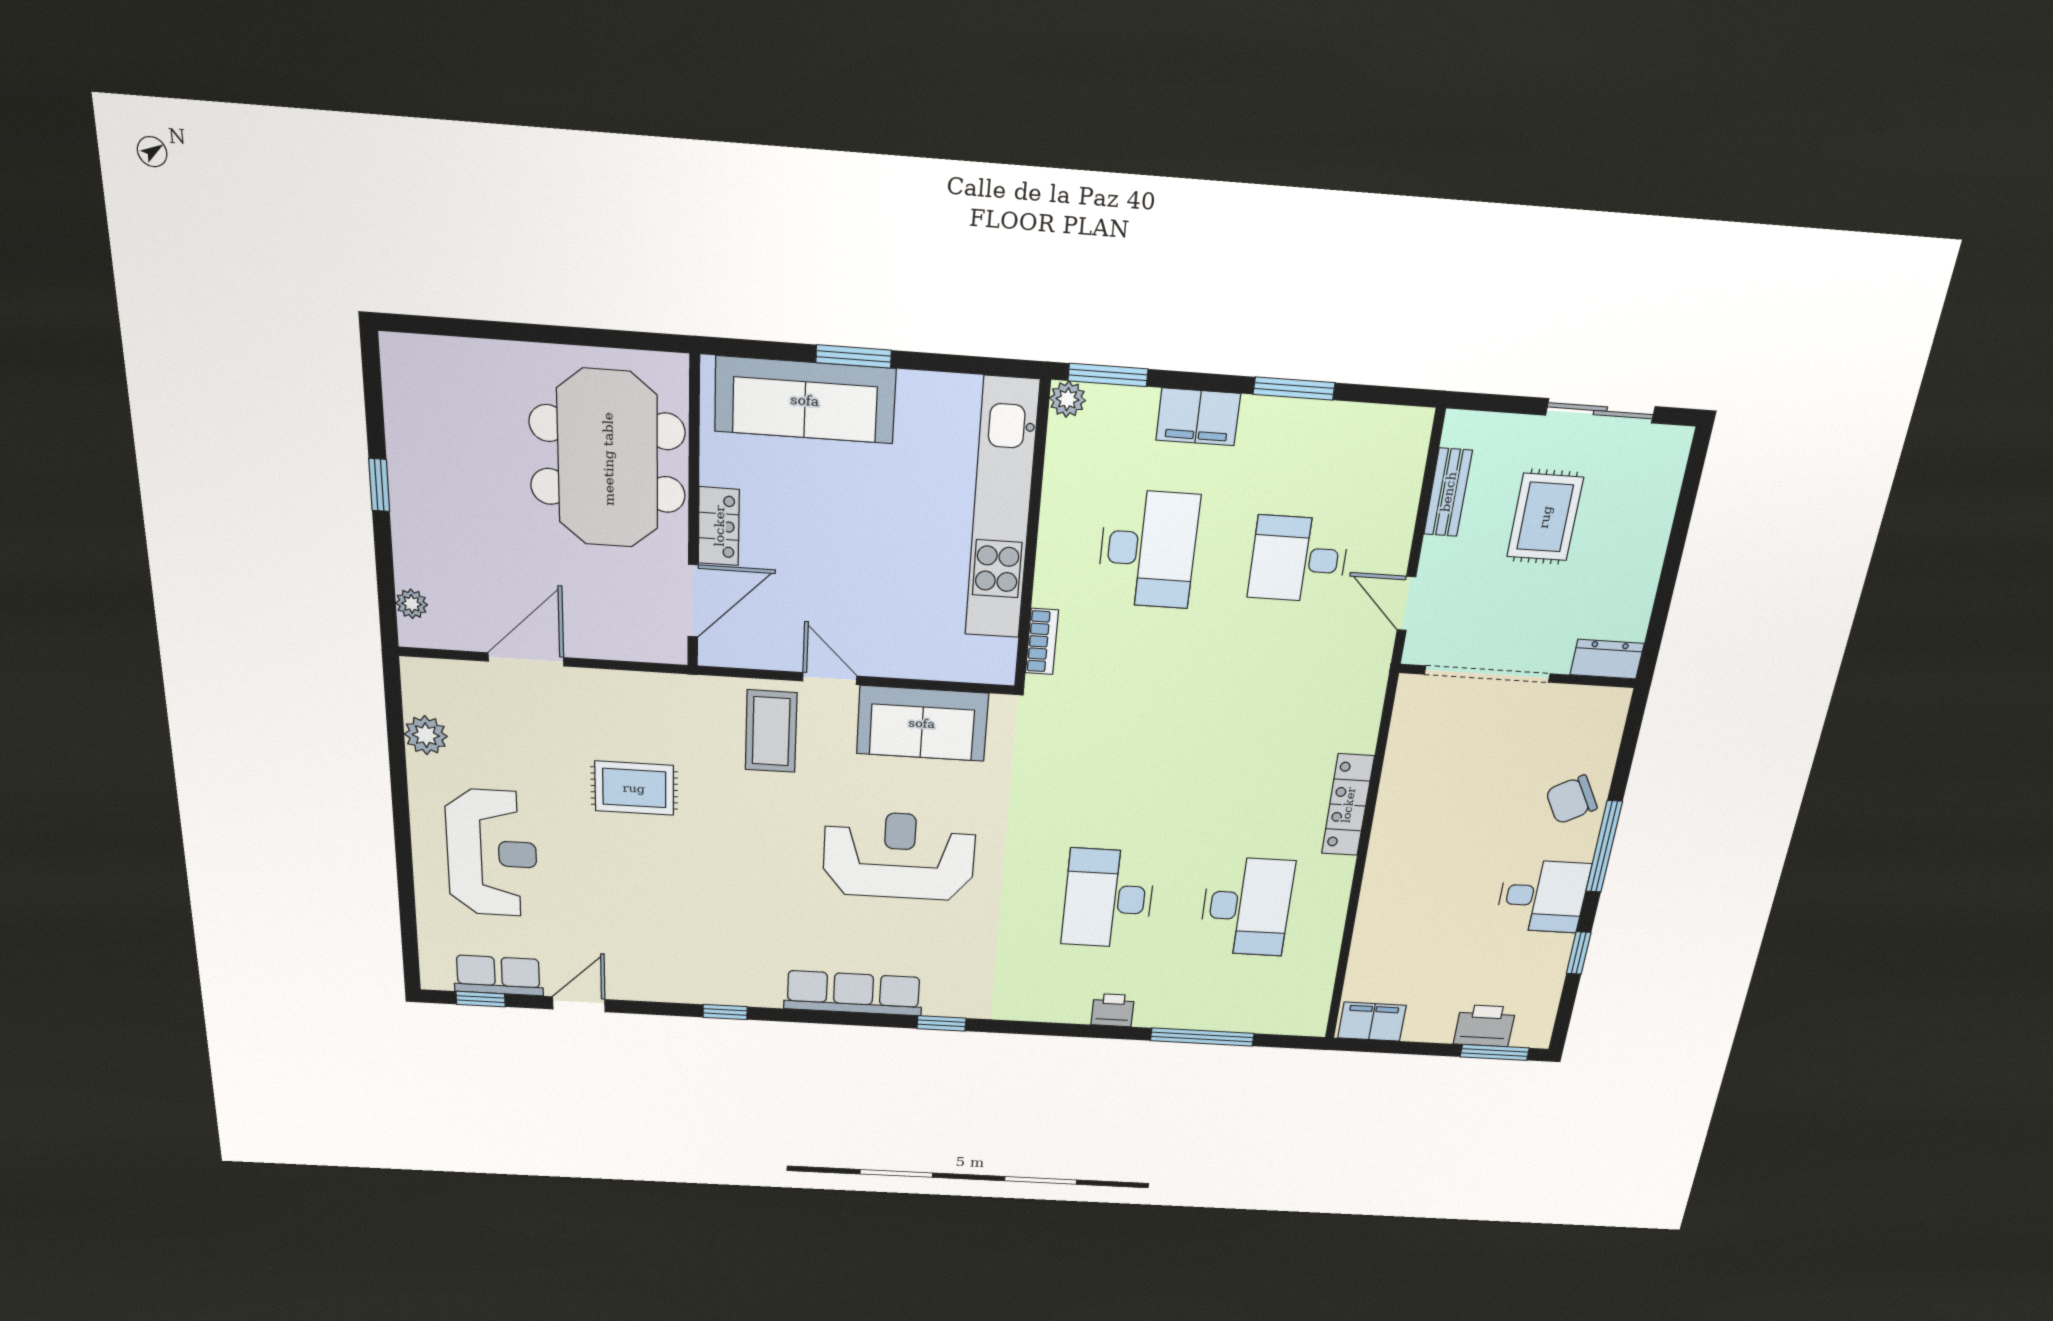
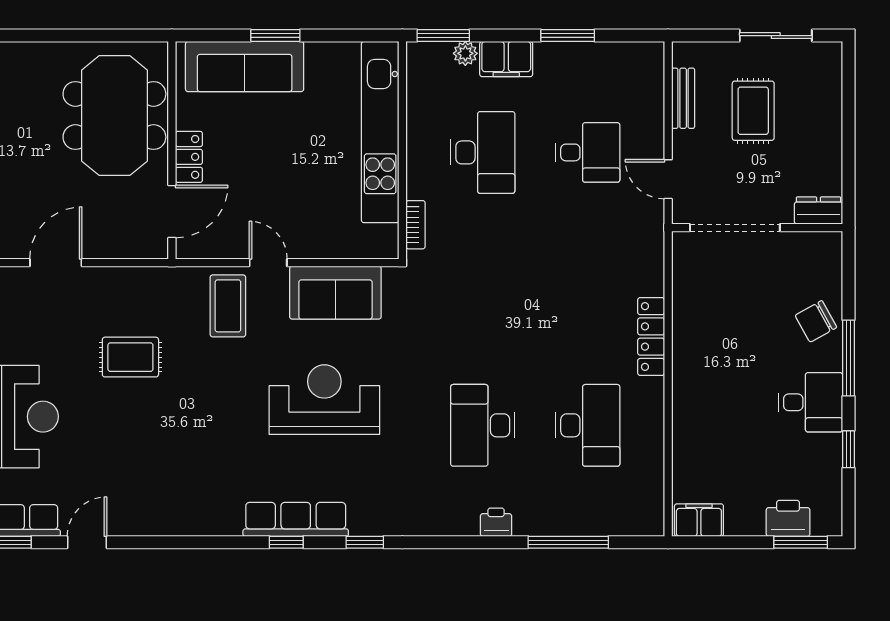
plant: (1068, 399) -> (465, 53), moved
desk: (1299, 559) -> (588, 152), turned 180
window: (725, 1012) -> (286, 542), moved

